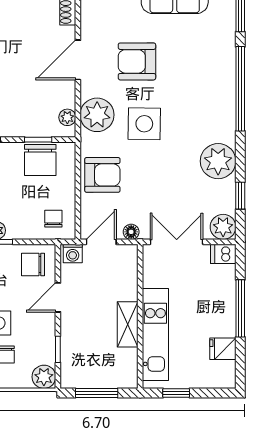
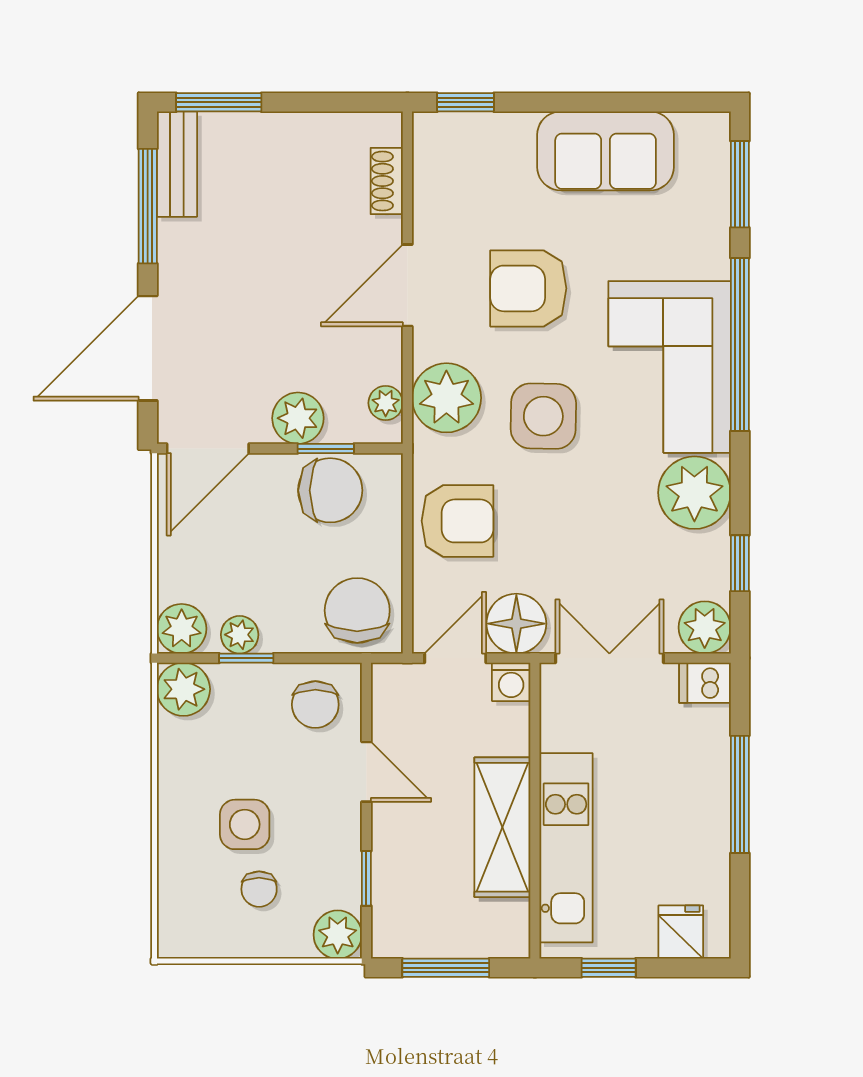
corner sofa: (206, 100) -> (670, 367), added
plant: (25, 125) -> (298, 418), added
chair: (40, 160) -> (330, 490), turned -90
chair: (53, 219) -> (357, 610), width x1.87, depth x1.87
floor lamp: (131, 232) -> (516, 624), width x1.89, depth x1.89
washing machine: (73, 253) -> (511, 682), moved
chair: (33, 265) -> (315, 705), turned -90
door: (58, 297) -> (366, 772), swing flipped
shelving: (128, 324) -> (502, 827), width x1.50, depth x1.33
fridge: (223, 349) -> (681, 932), moved, turned 90

